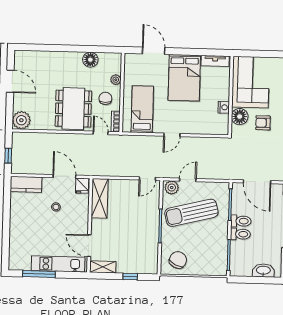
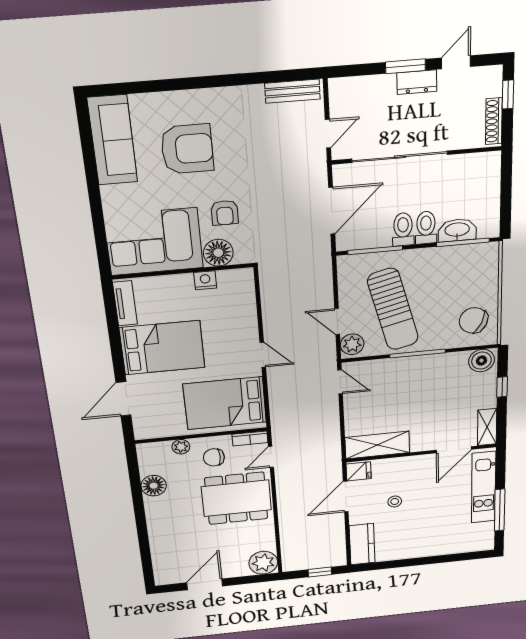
bed: (142, 109) -> (225, 403), width x1.50
boiler: (150, 264) -> (481, 361), added
washbasin: (263, 271) -> (457, 230), moved, turned 90

